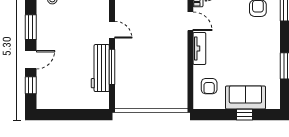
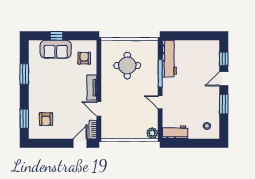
workbench: (100, 68) -> (169, 59), moved
round table: (154, 77) -> (127, 65), added

